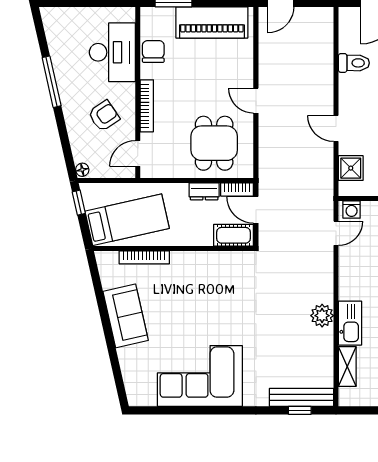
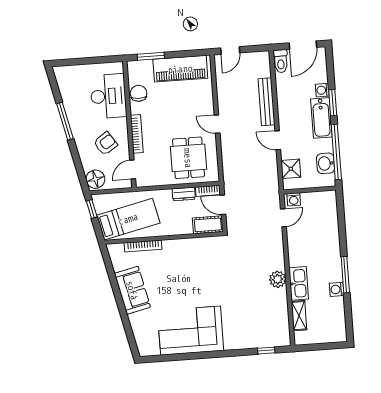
toilet: (354, 63) -> (281, 61), moved, turned 90
floor lamp: (82, 170) -> (95, 179), width x1.89, depth x1.89
bench: (302, 397) -> (266, 102), moved, turned 90

